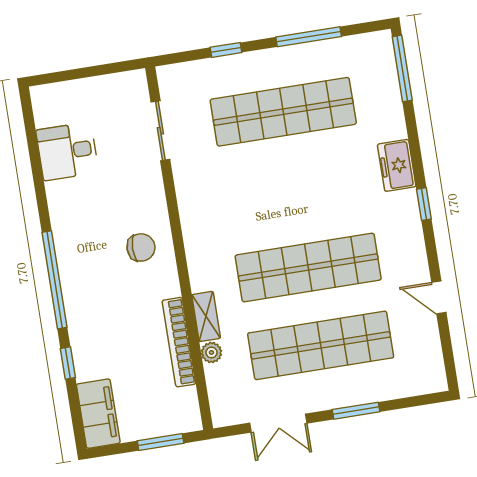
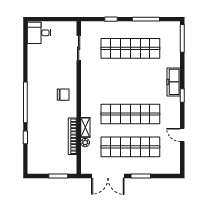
desk: (67, 151) -> (39, 33), moved
freezer: (397, 165) -> (174, 82), width x1.40
filing cabinet: (98, 414) -> (35, 160), removed
double door: (278, 423) -> (108, 176), width x1.37

